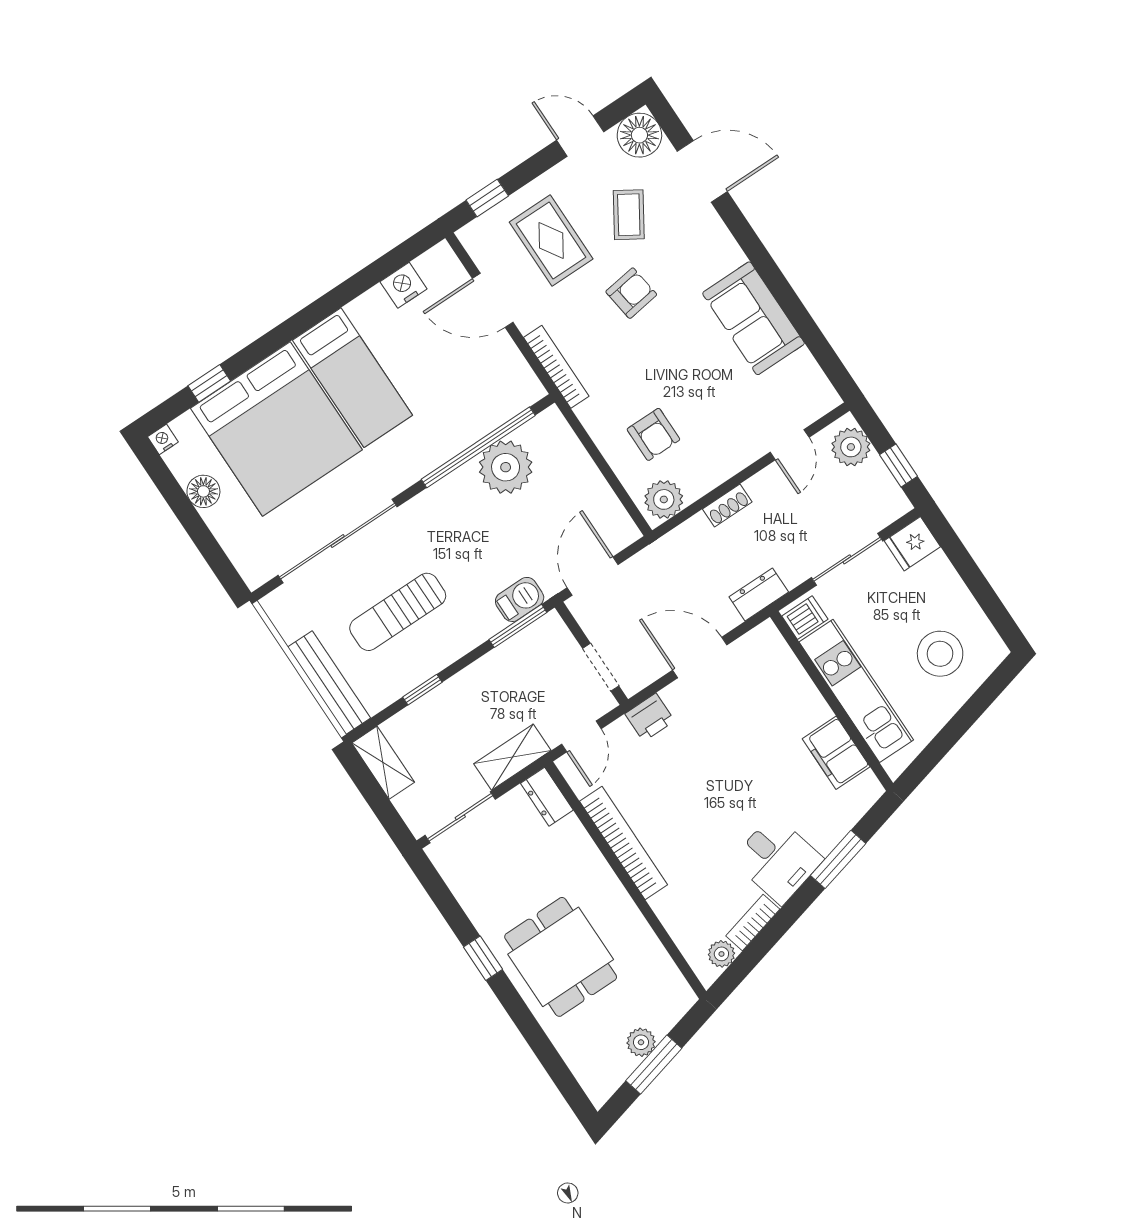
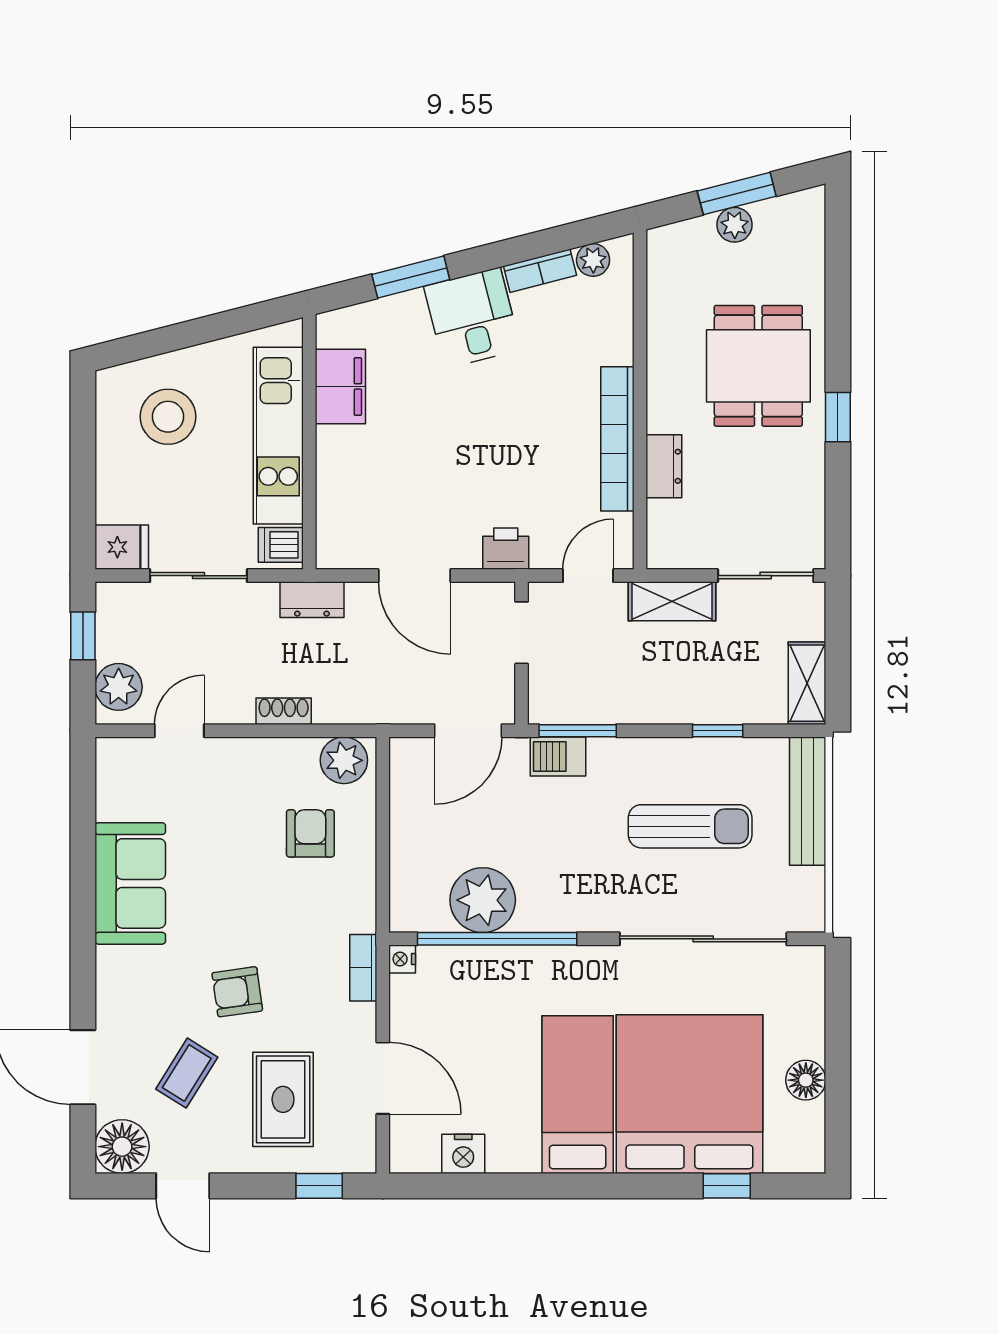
bookcase: (556, 367) -> (363, 968), width x0.64
nightstand: (163, 439) -> (402, 959), moved, turned 90
dresser: (547, 797) -> (664, 466), moved

